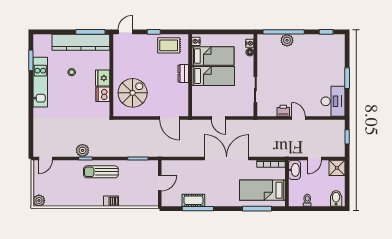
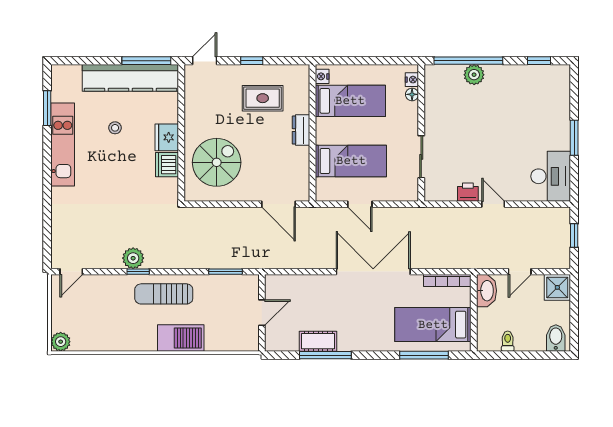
rug: (169, 45) -> (263, 98), moved
bed: (213, 76) -> (351, 161), moved
barbecue: (111, 201) -> (181, 338), width x1.88, depth x1.53

